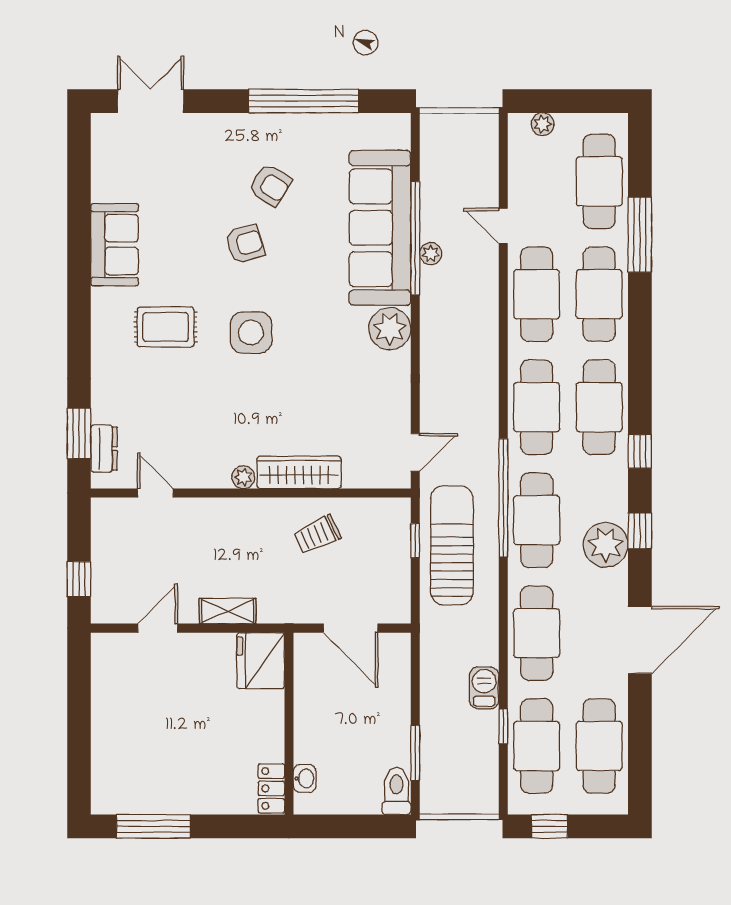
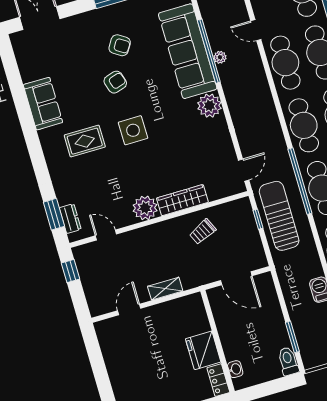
plant: (243, 477) -> (145, 208), width x1.88, depth x1.88
window: (79, 579) -> (70, 271), moved
fridge: (261, 661) -> (203, 350), moved

